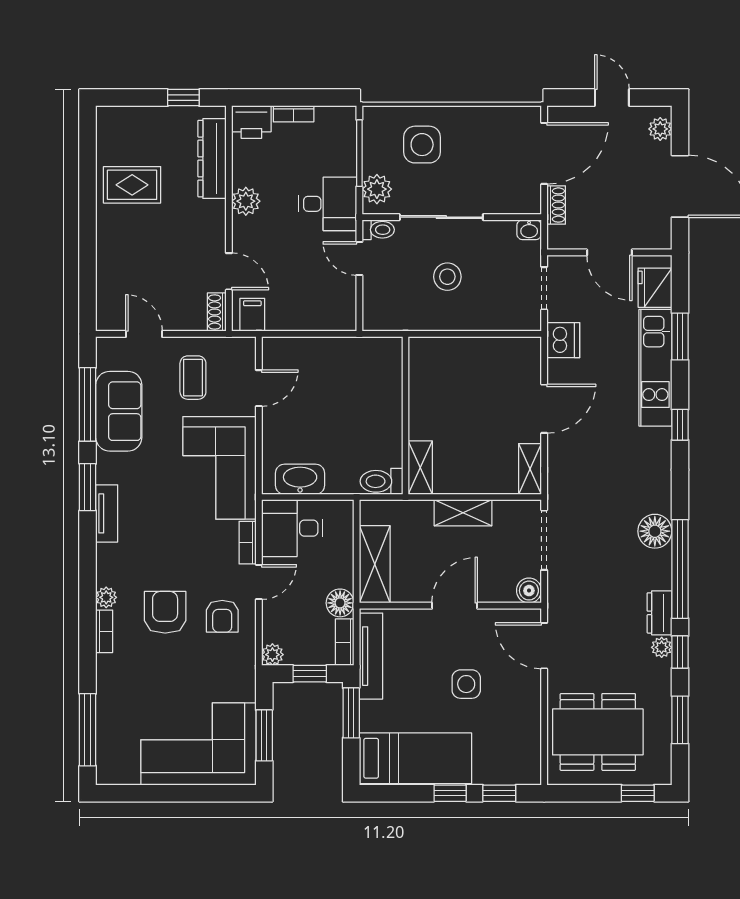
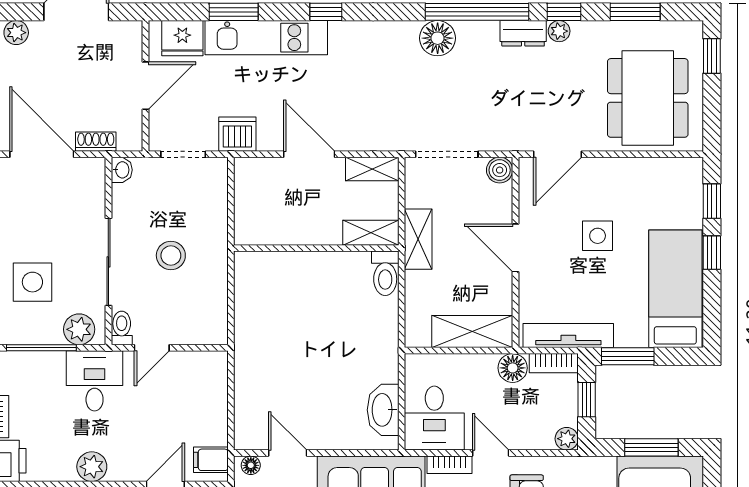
floor lamp: (247, 353) -> (251, 465), added
wall: (406, 415) -> (316, 248), moved
shelving: (420, 468) -> (371, 233), moved
toilet: (381, 481) -> (385, 273), moved

